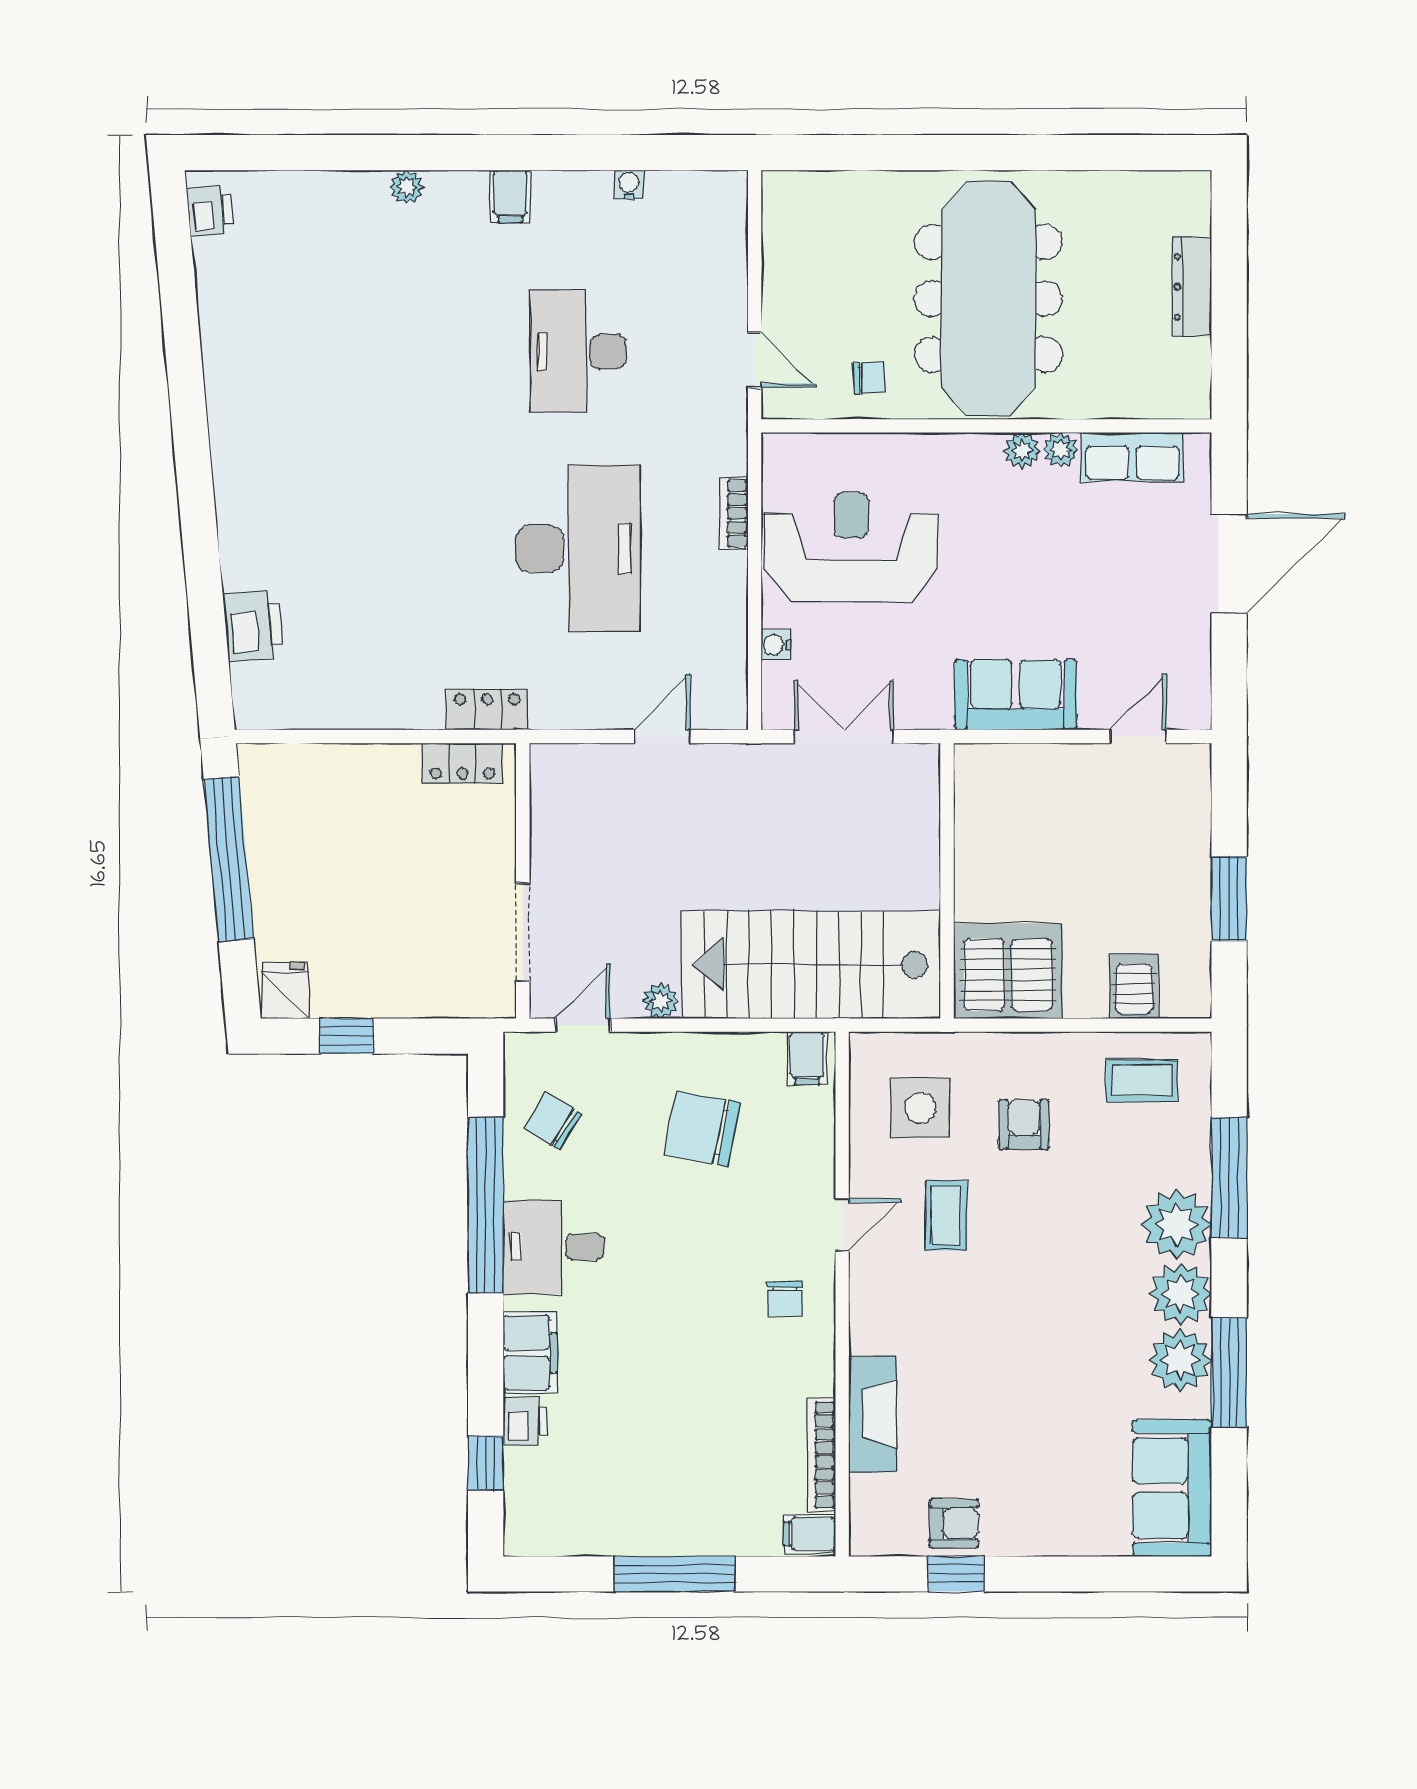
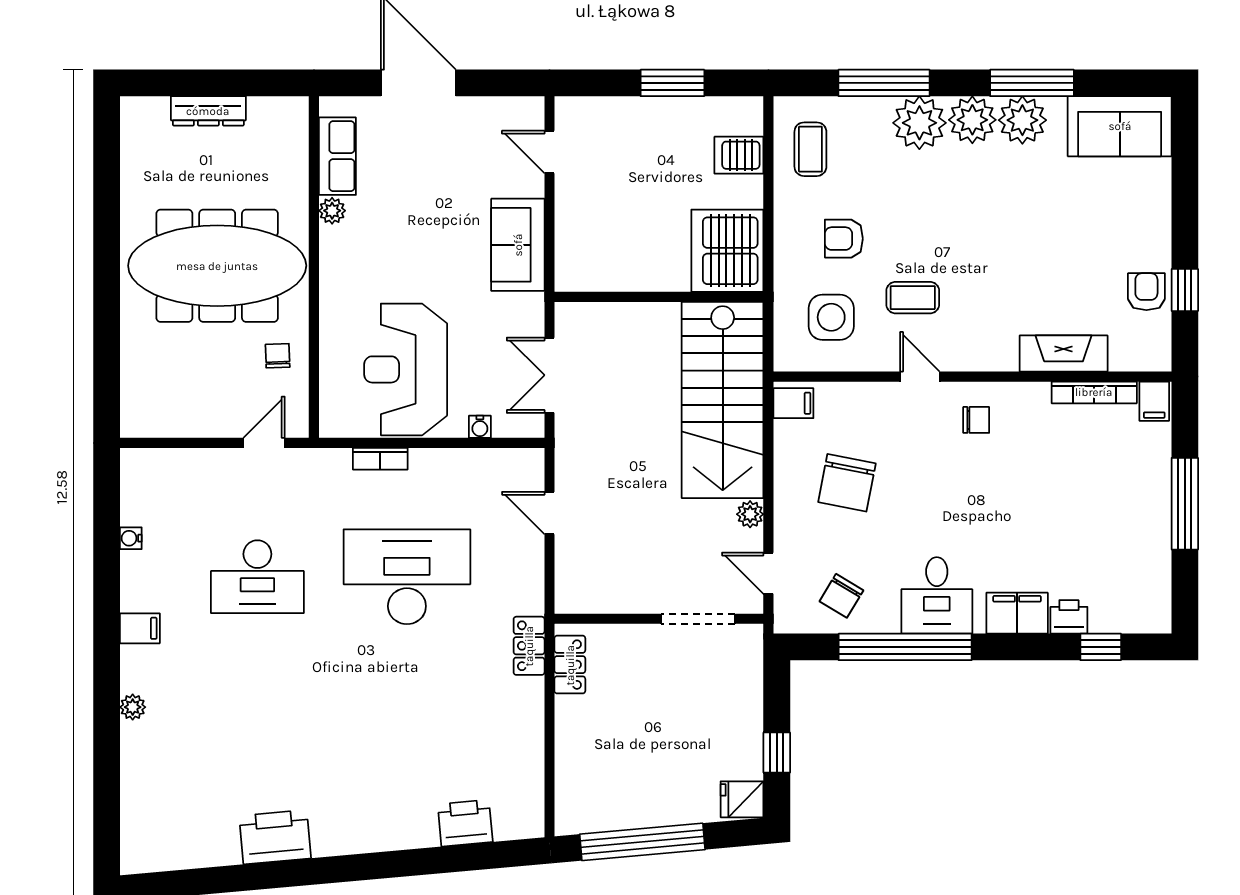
printer: (210, 211) -> (275, 837), moved, width x1.87, depth x1.48
plant: (1022, 450) -> (332, 240), removed

